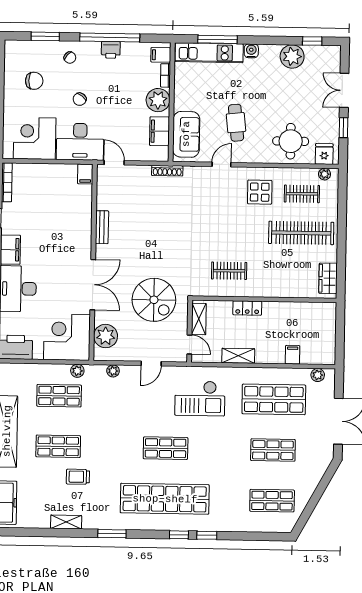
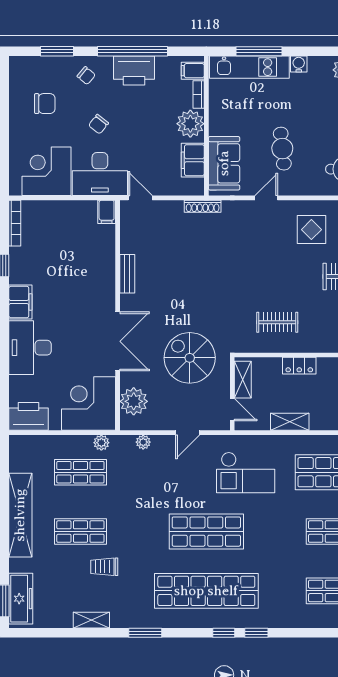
printer: (111, 50) -> (134, 71), width x1.87, depth x1.48
spiral stairs: (154, 300) -> (190, 358), turned 180
shop shelf: (166, 448) -> (206, 532), width x1.43, depth x1.36

